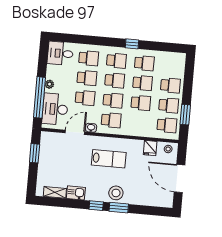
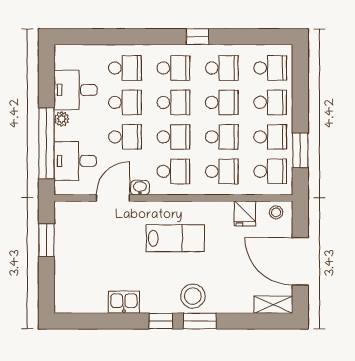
desk: (60, 53) -> (75, 90), moved
school desk: (172, 66) -> (270, 68), added
desk: (55, 109) -> (75, 161), width x0.73
school desk: (139, 123) -> (222, 171), added
shelving: (55, 192) -> (273, 305), moved

